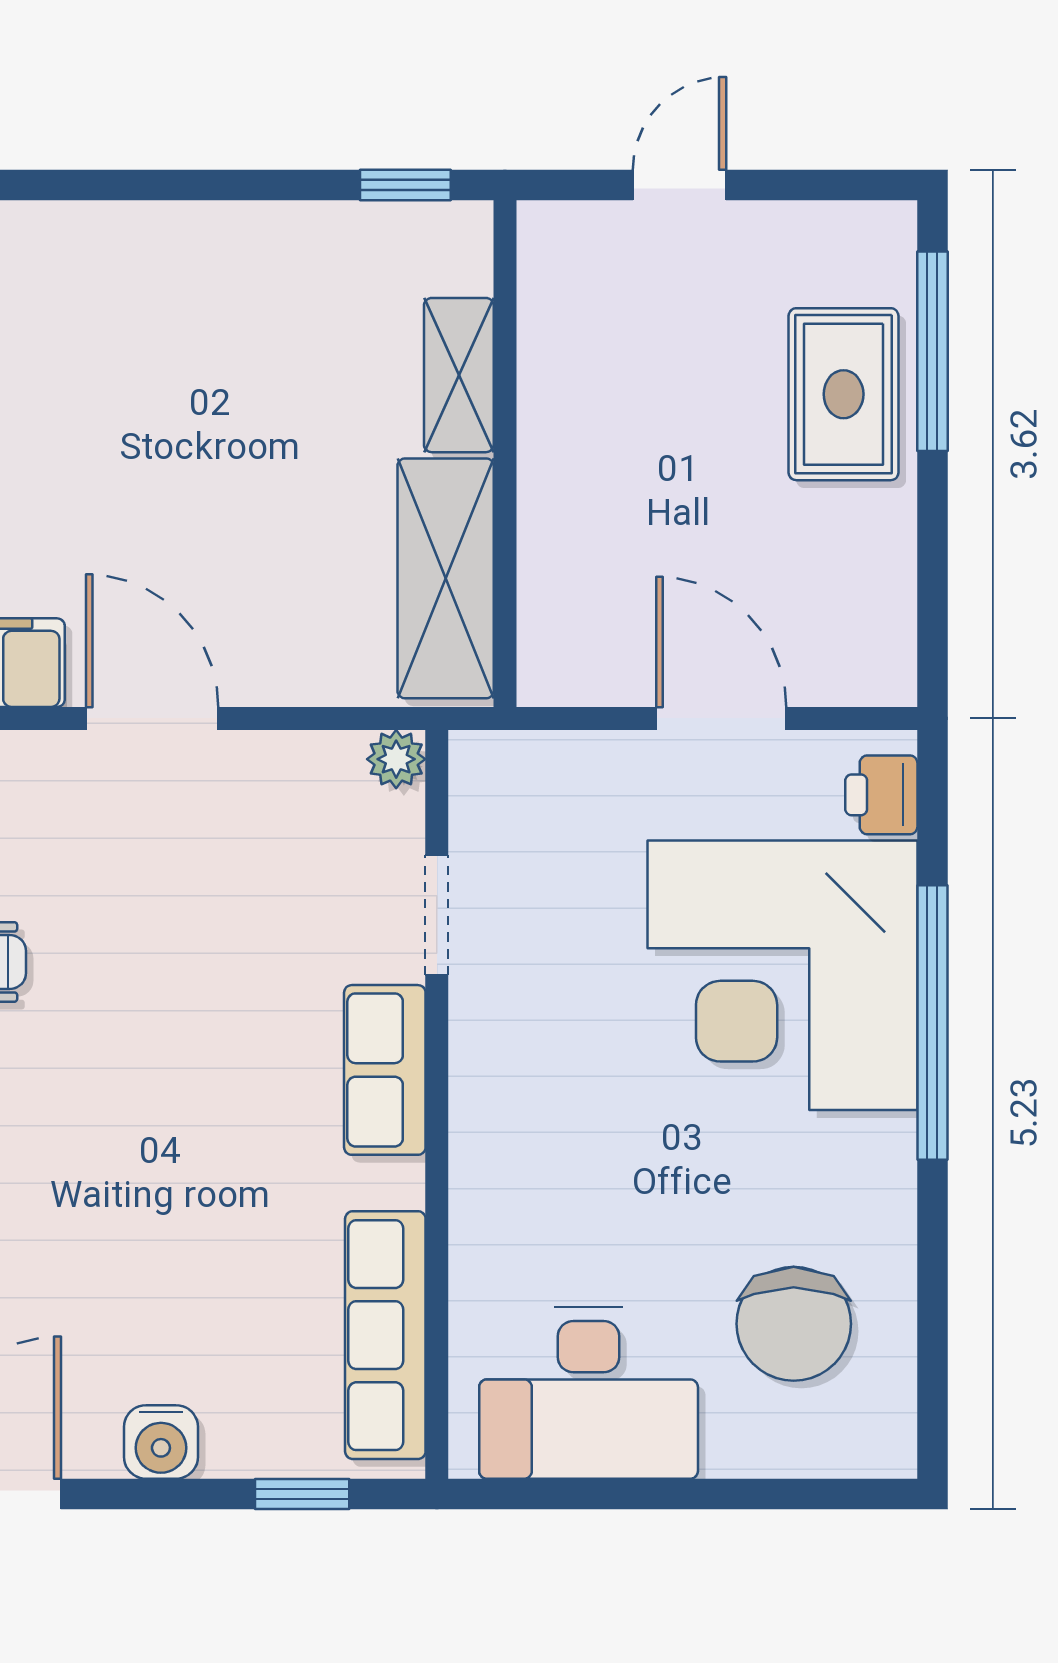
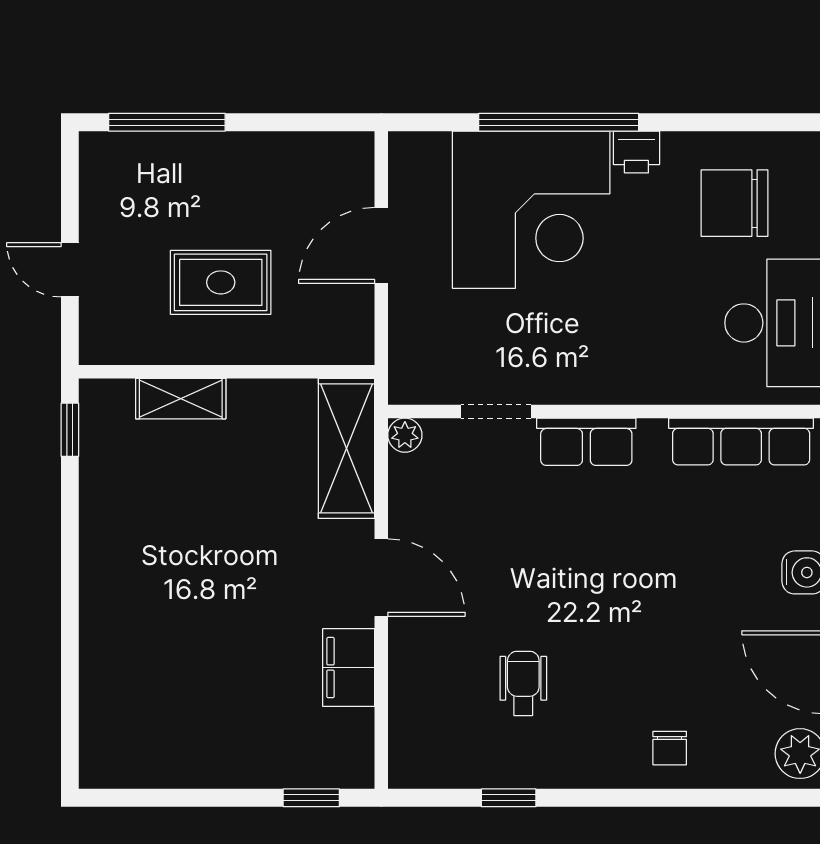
rug: (844, 394) -> (221, 282), moved
shelving: (446, 578) -> (347, 448), moved, turned 90
door: (152, 718) -> (381, 578), swing flipped
printer: (881, 795) -> (636, 152), moved
chair: (794, 1324) -> (734, 203), turned 180

